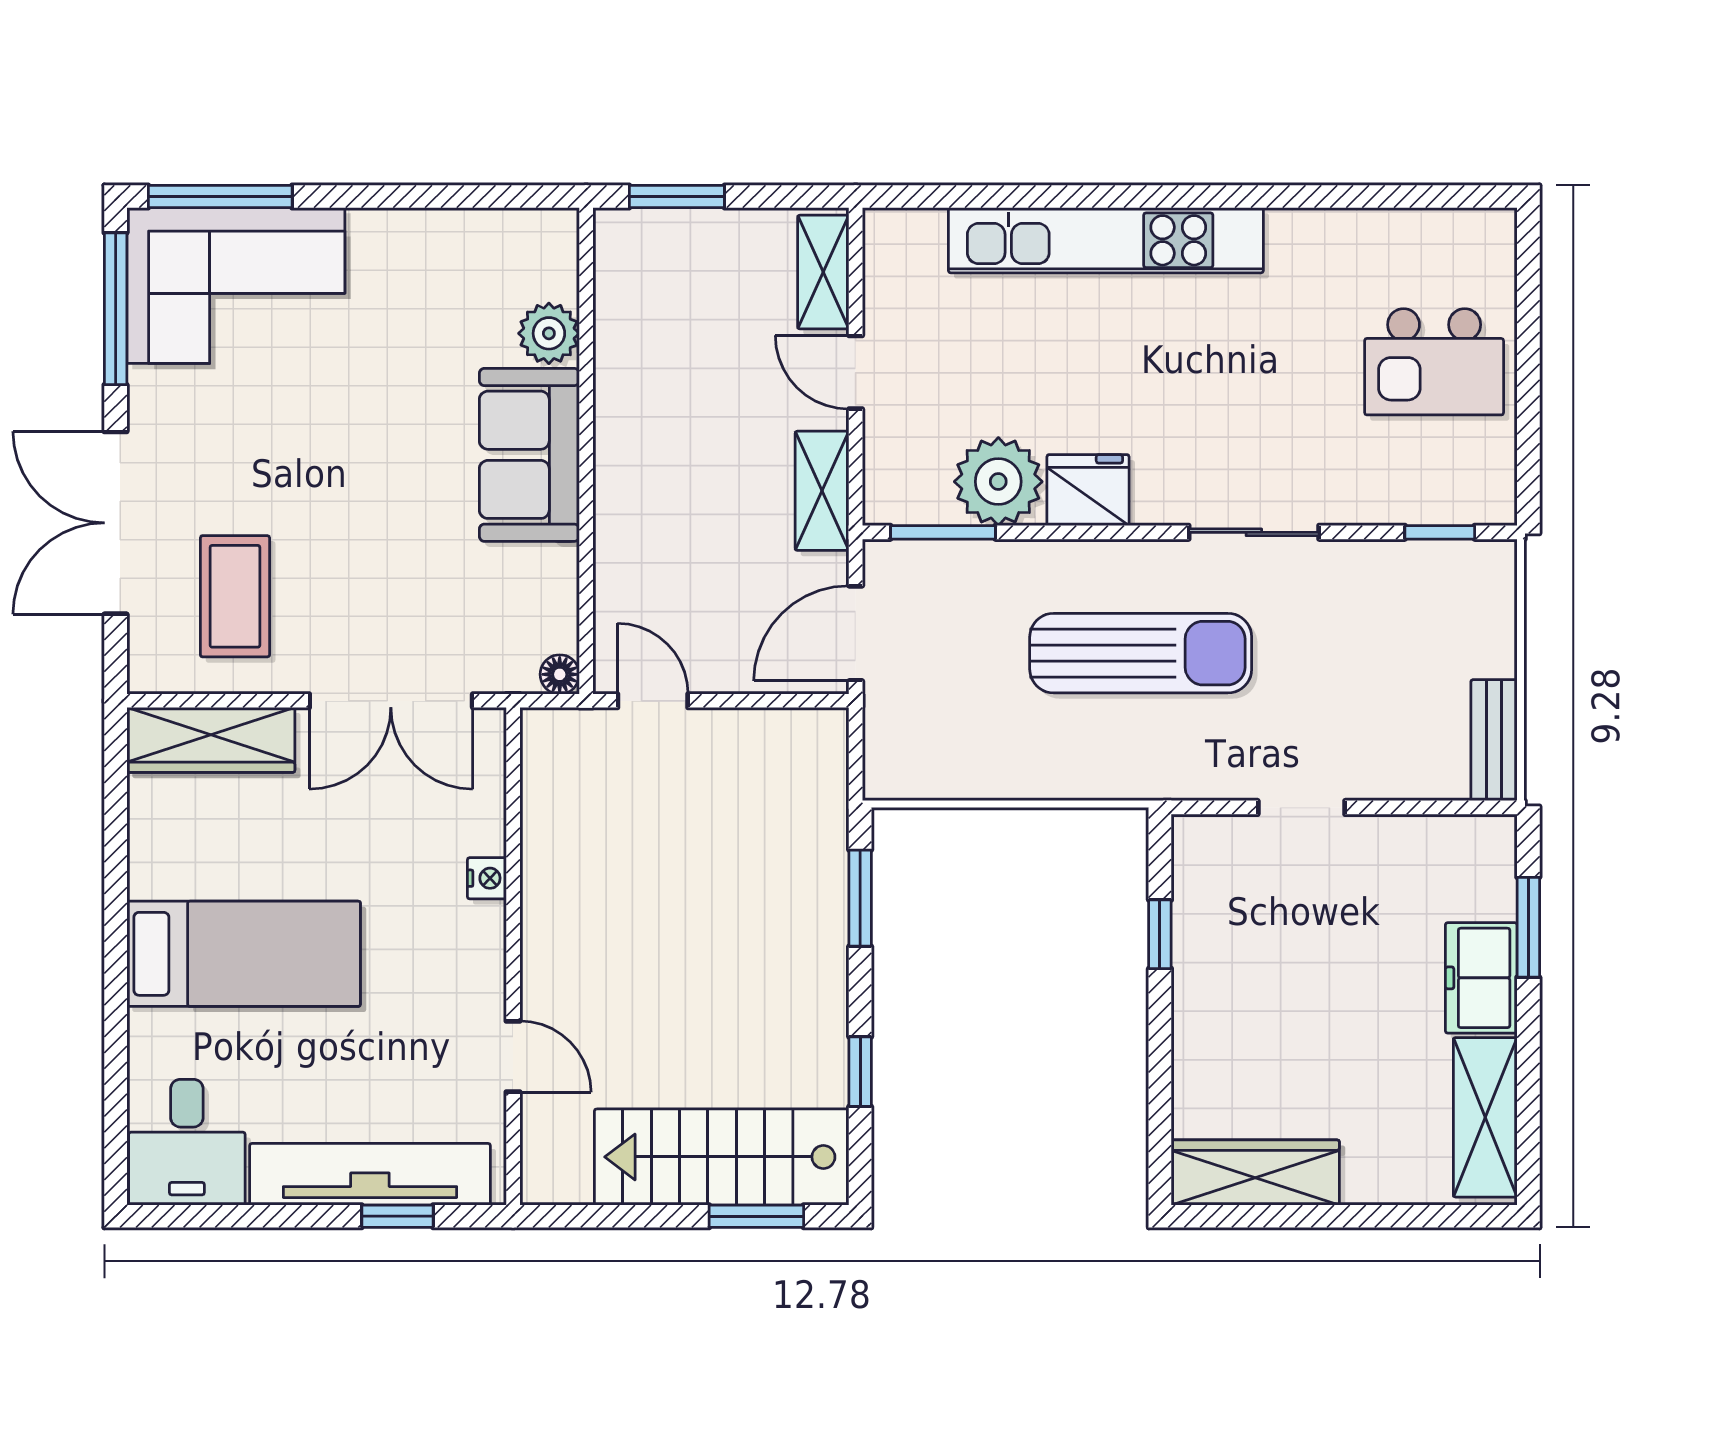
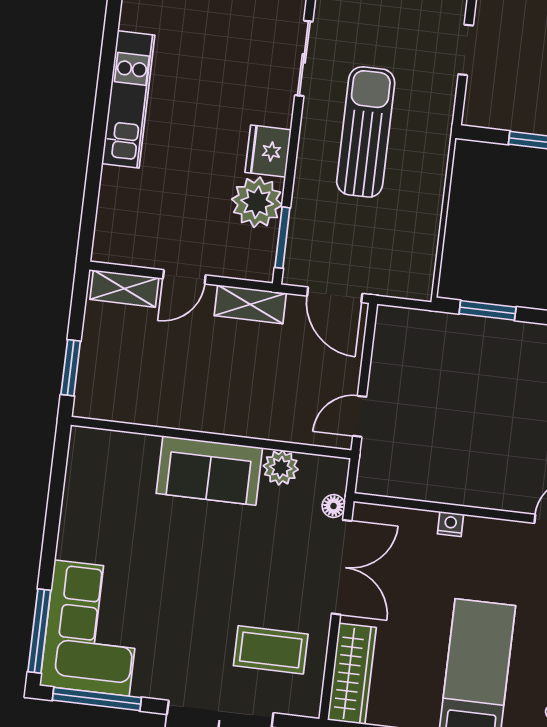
kitchen unit: (1106, 240) -> (128, 99), width x0.73
plant: (549, 333) -> (281, 468), moved
floor lamp: (560, 674) -> (334, 506), moved

